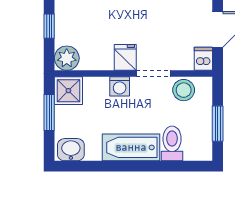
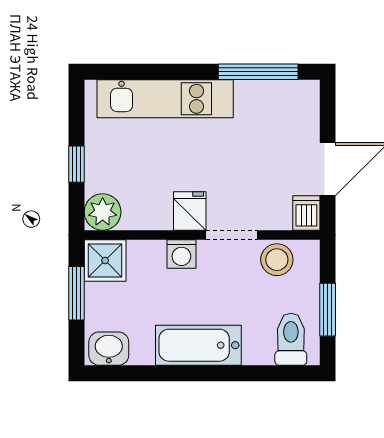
toilet: (172, 143) -> (291, 339), moved

